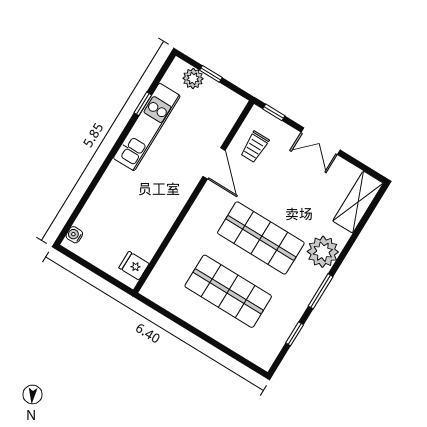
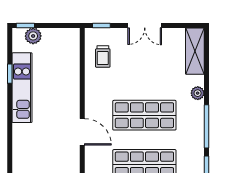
window: (211, 74) -> (25, 25), moved
door: (214, 163) -> (82, 132), moved
plant: (323, 252) -> (198, 93), width x0.53, depth x0.53
window: (321, 291) -> (207, 126), width x1.44

